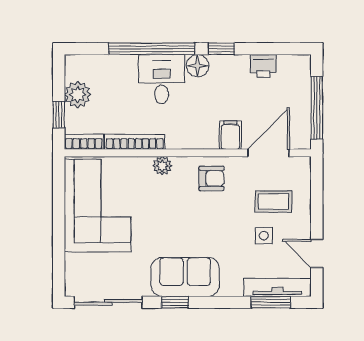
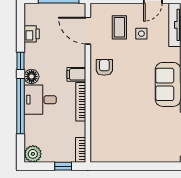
plant: (78, 95) -> (33, 154), moved
filing cabinet: (230, 135) -> (76, 74), moved
bookcase: (135, 142) -> (81, 102), moved
plant: (162, 166) -> (96, 99), removed
corner sofa: (97, 206) -> (122, 141), removed

